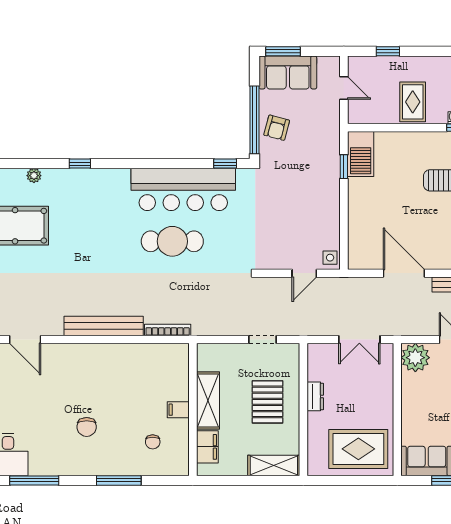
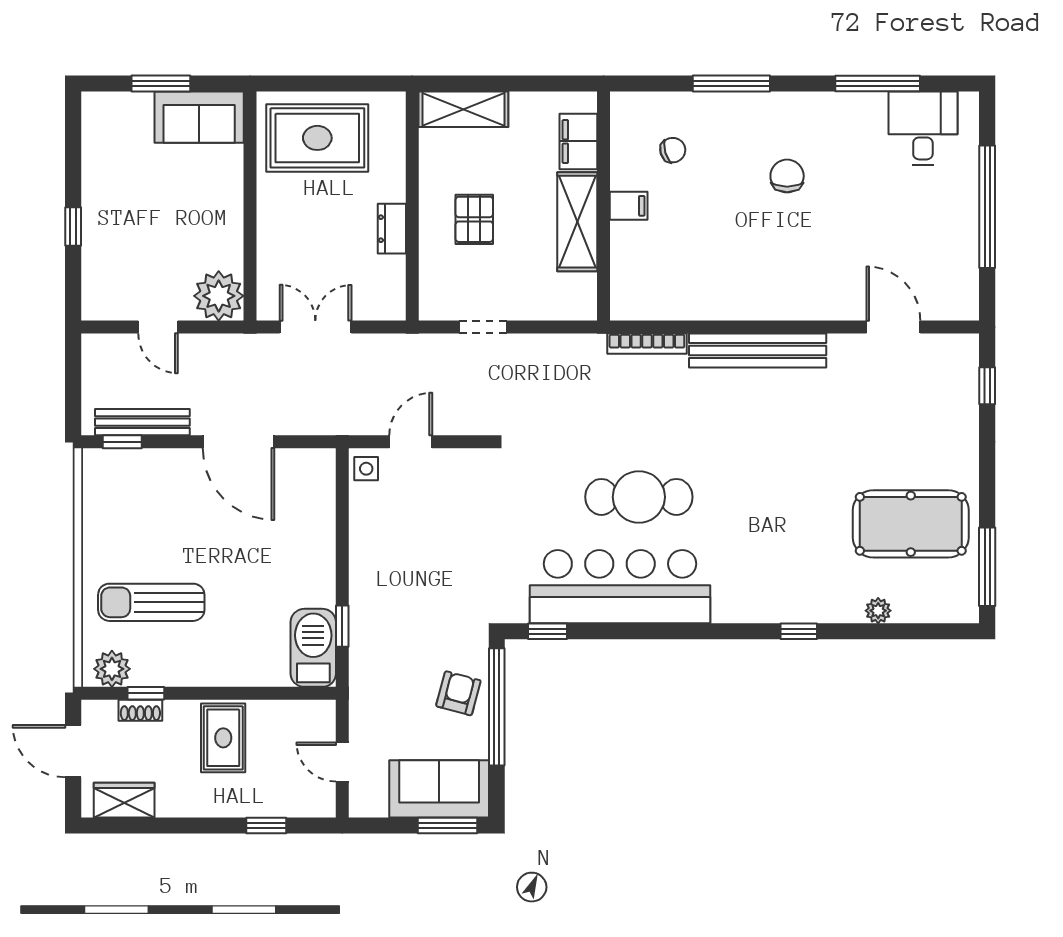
pallet: (268, 402) -> (474, 219), width x0.67, depth x0.71
chair: (153, 442) -> (673, 150), turned 74

